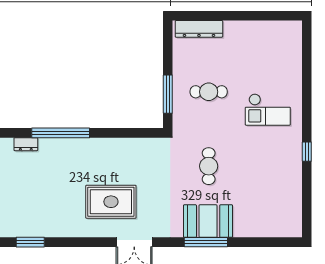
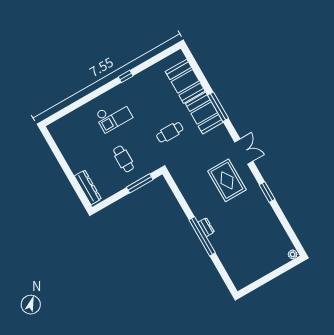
checkout: (268, 110) -> (113, 116), turned 90
dresser: (26, 144) -> (206, 227), moved
booth: (260, 220) -> (185, 81), added
window: (30, 242) -> (267, 192), moved

